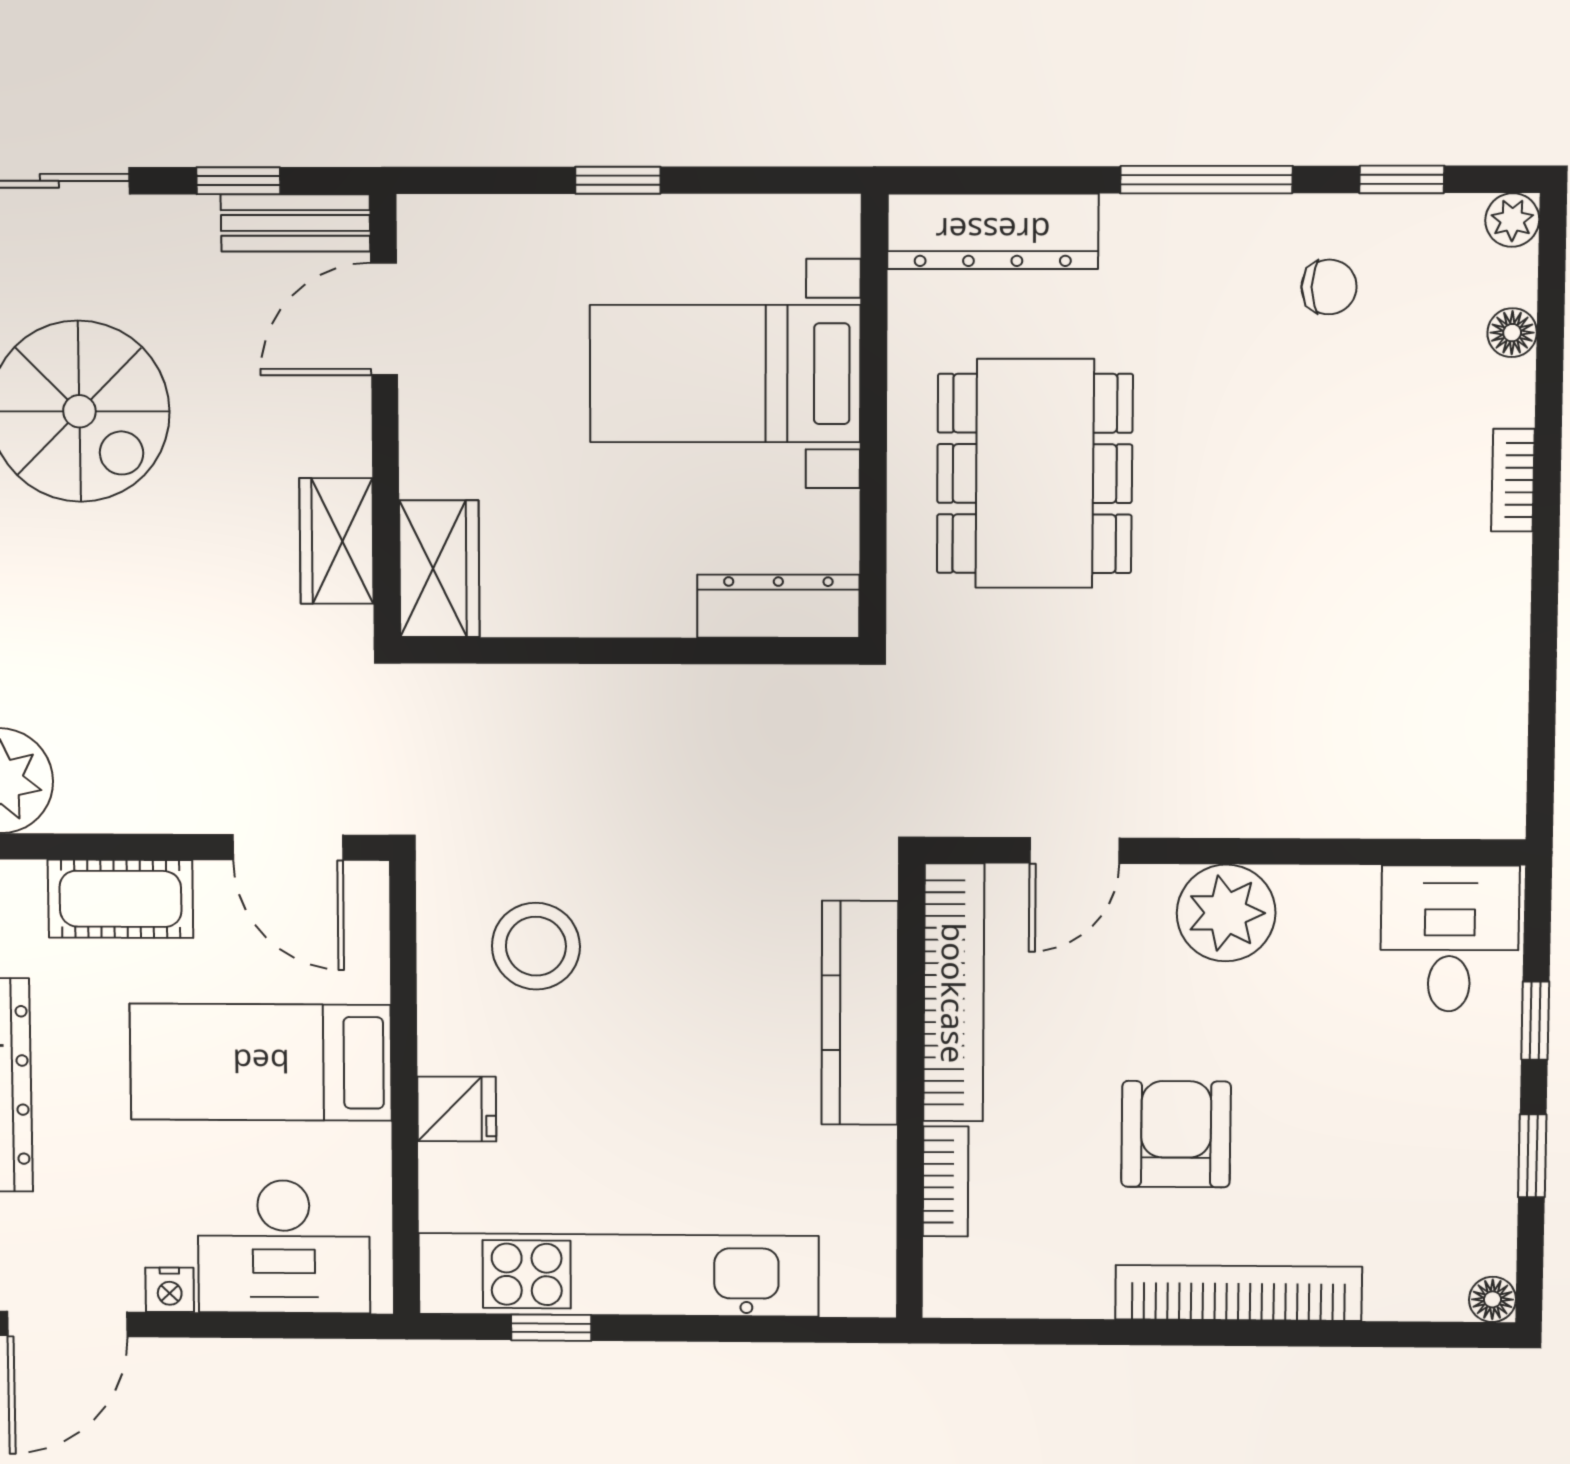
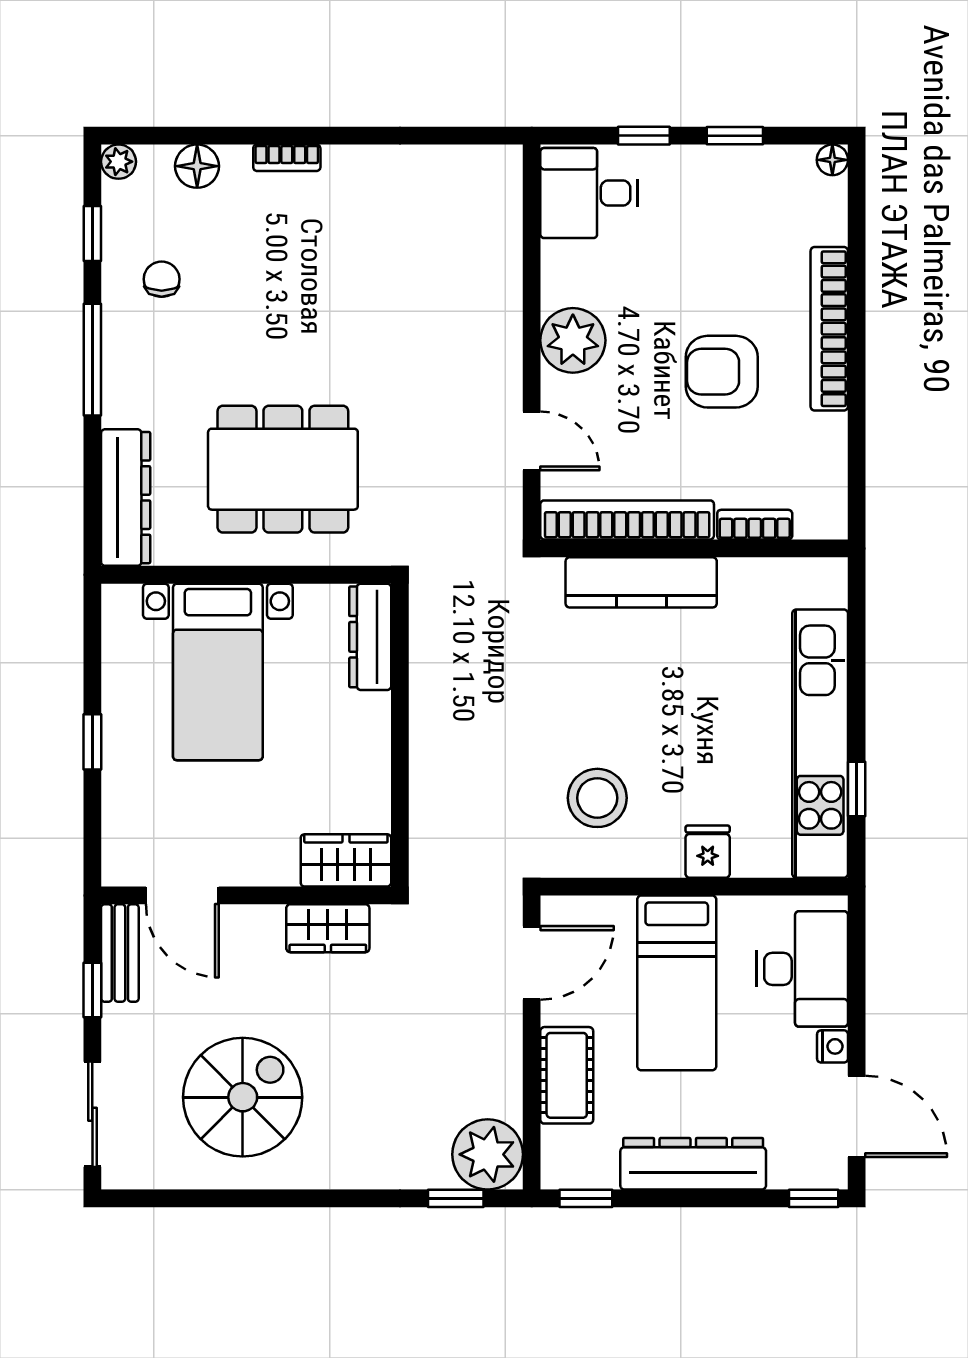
floor lamp: (1512, 333) -> (197, 166), width x1.37, depth x1.37

